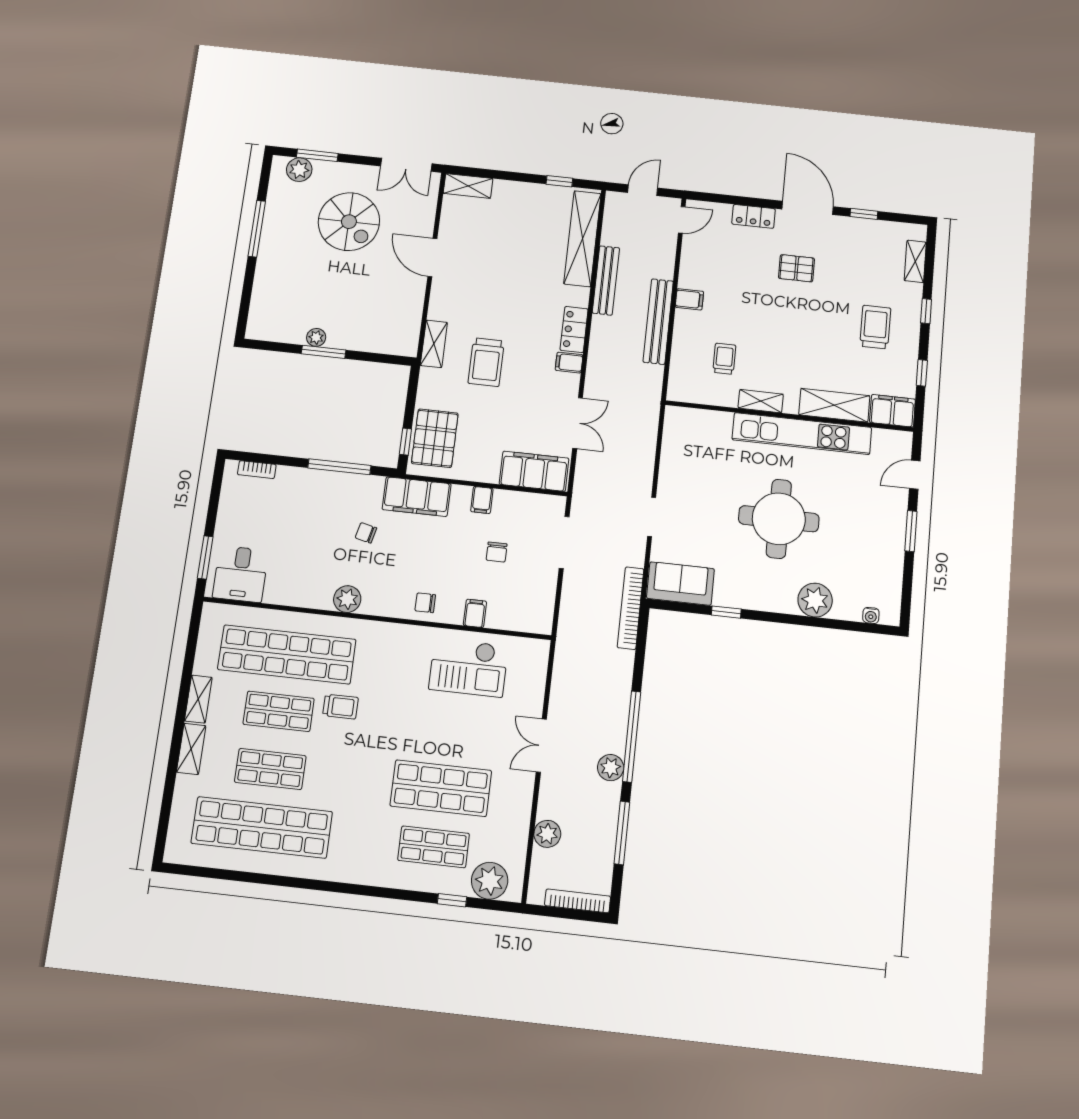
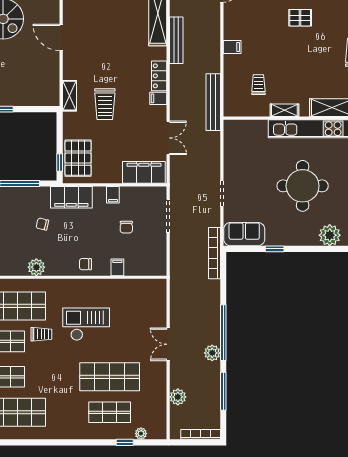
bench: (658, 321) -> (213, 102), moved
checkout: (468, 667) -> (86, 324), moved, turned 180
plant: (490, 881) -> (141, 434), width x0.53, depth x0.53

